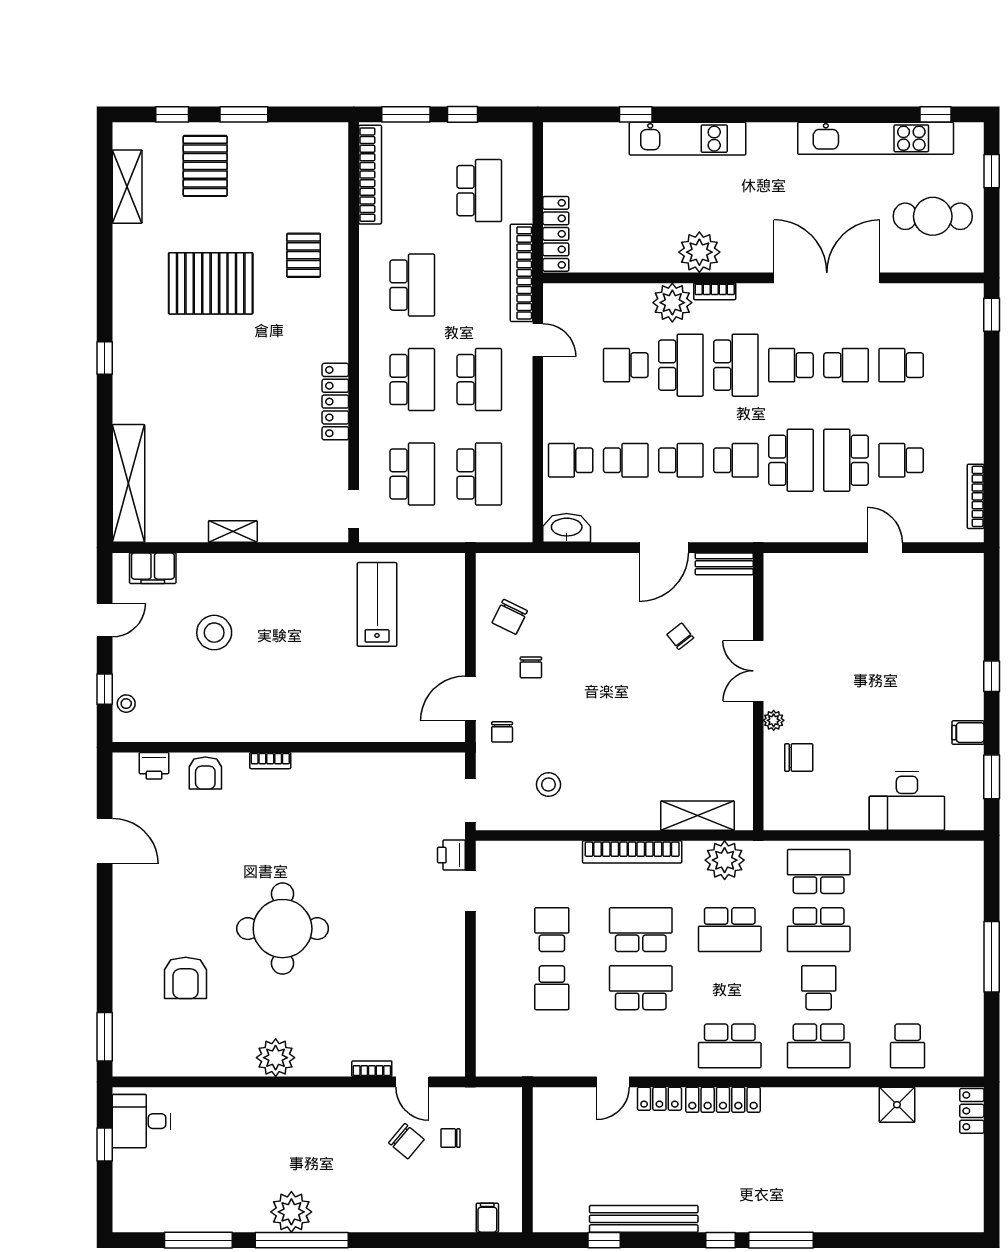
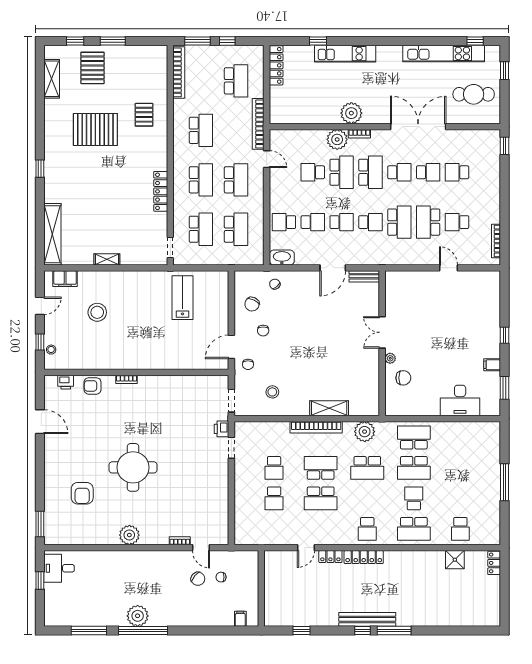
locker: (556, 234) -> (276, 65), moved
school desk: (791, 365) -> (399, 172), turned 180
chair: (680, 636) -> (275, 284), moved
armchair: (205, 773) -> (93, 386), turned 90
shelving: (697, 816) -> (329, 408), moved
school desk: (552, 930) -> (274, 468), turned 180
school desk: (641, 988) -> (321, 498), turned 180
school desk: (730, 1046) -> (367, 529), width x0.54
bench: (644, 1219) -> (367, 619), moved

